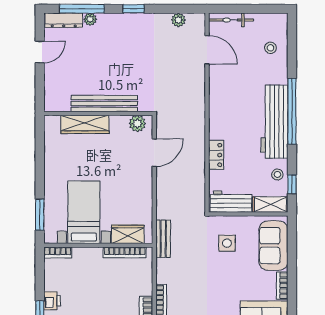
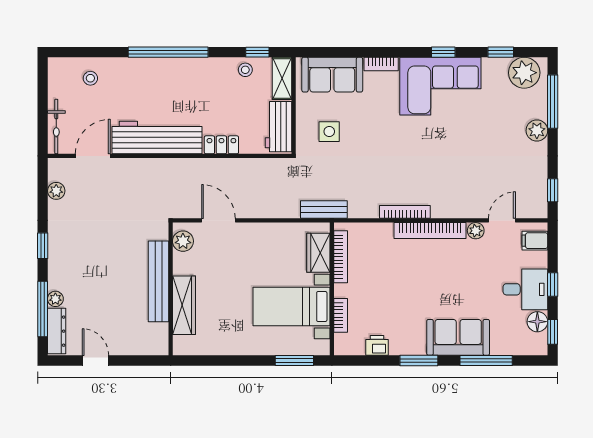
workbench: (274, 122) -> (157, 138), moved, turned 180
bookcase: (58, 252) -> (341, 315), moved
printer: (52, 301) -> (377, 345), moved

